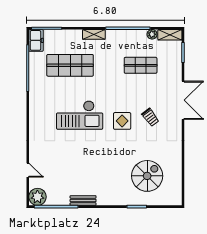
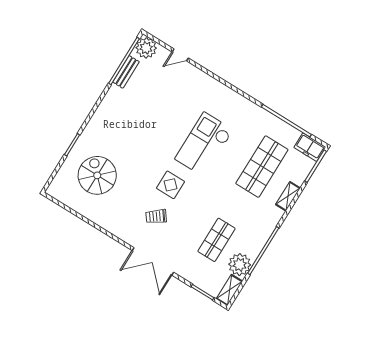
shelving: (94, 34) -> (288, 196), moved
plant: (152, 34) -> (240, 265), width x1.88, depth x1.88
spiral stairs: (147, 176) -> (97, 175), turned 180
bench: (83, 200) -> (126, 72), moved

